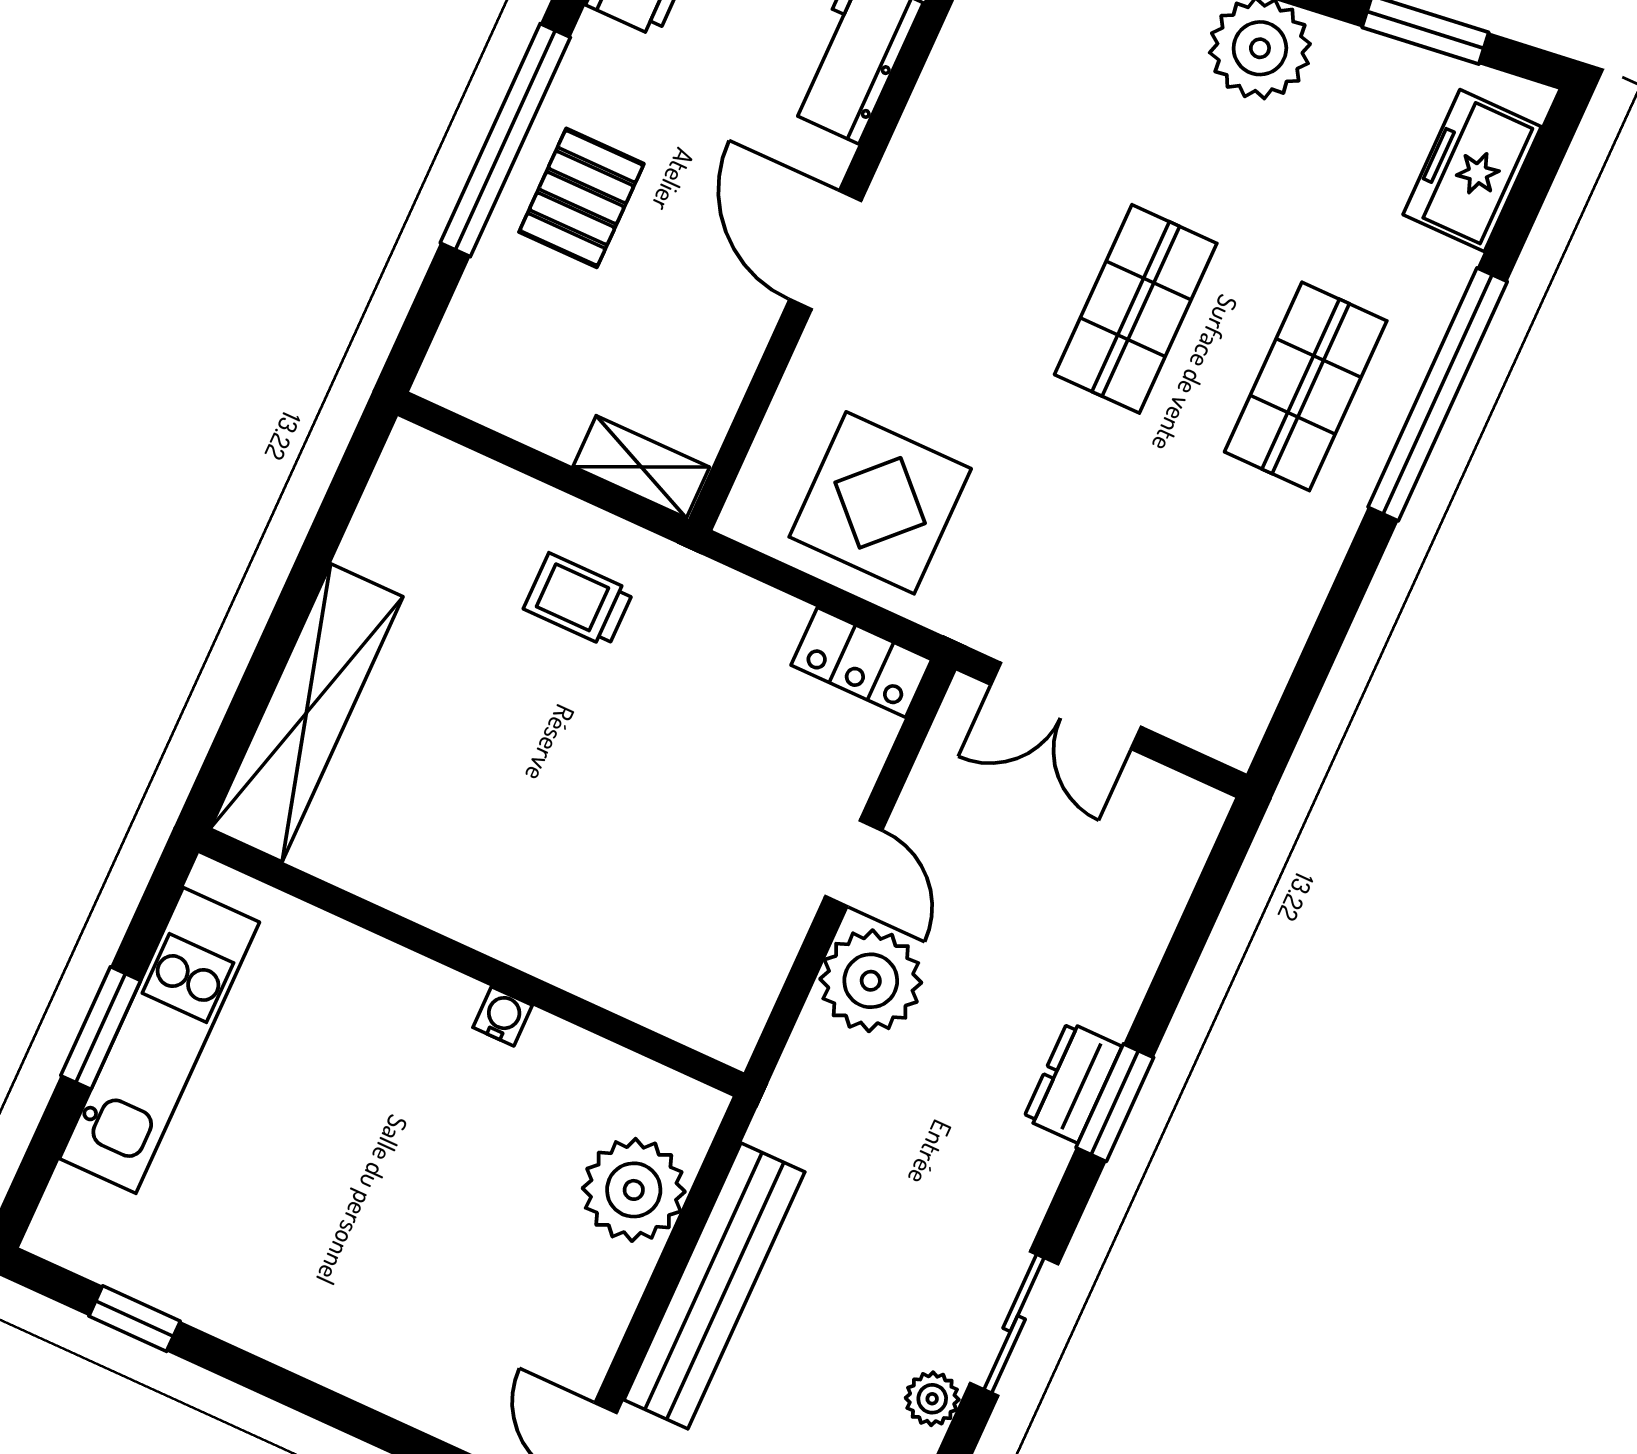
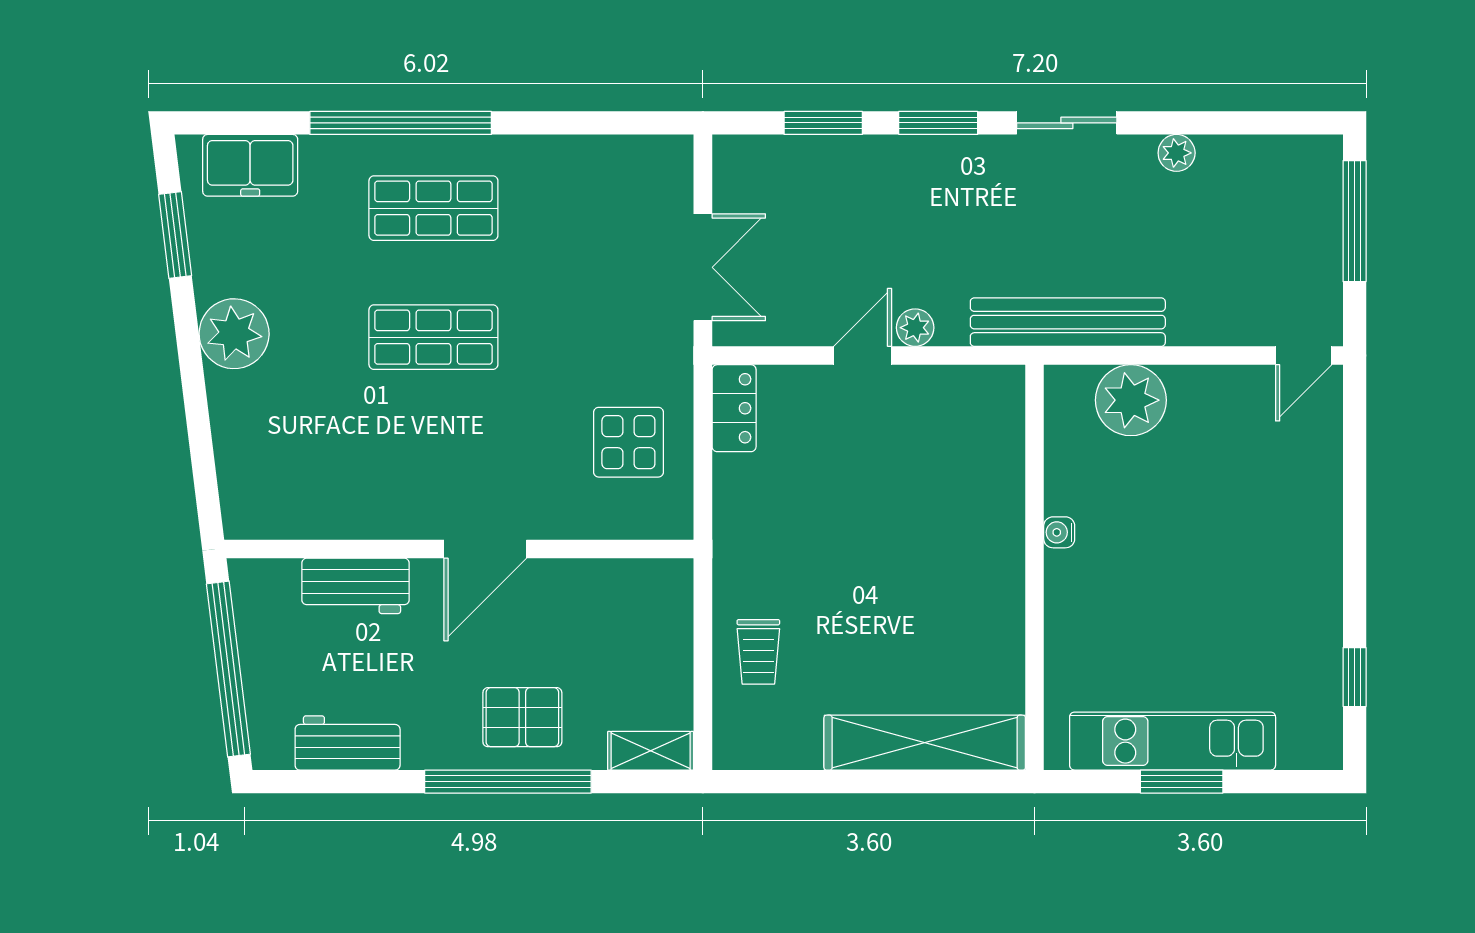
shelving: (641, 467) -> (651, 751), moved, turned 90
display table: (880, 503) -> (628, 442), width x0.73, depth x0.73
trolley: (578, 600) -> (758, 652), moved
window: (1184, 951) -> (823, 123), added
plant: (871, 981) -> (915, 328), width x0.53, depth x0.53
dresser: (1073, 1082) -> (938, 155), removed
bench: (714, 1286) -> (1068, 322), moved
sliding door: (1014, 1324) -> (1067, 123), moved

